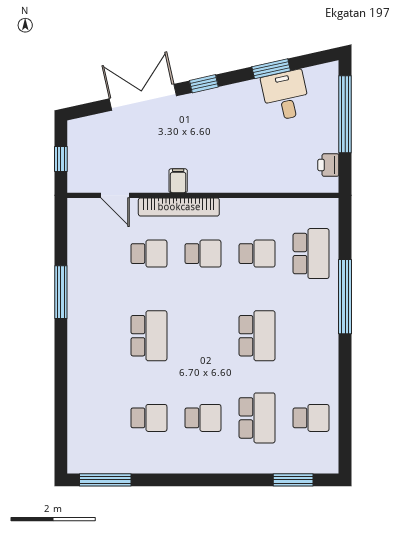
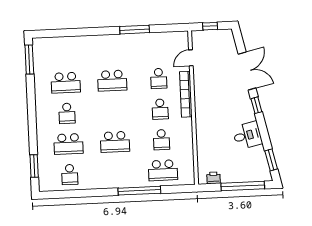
window: (271, 69) -> (271, 160), moved
desk: (286, 95) -> (247, 135), moved
filing cabinet: (178, 181) -> (201, 93), removed
school desk: (149, 418) -> (66, 83), width x1.85

